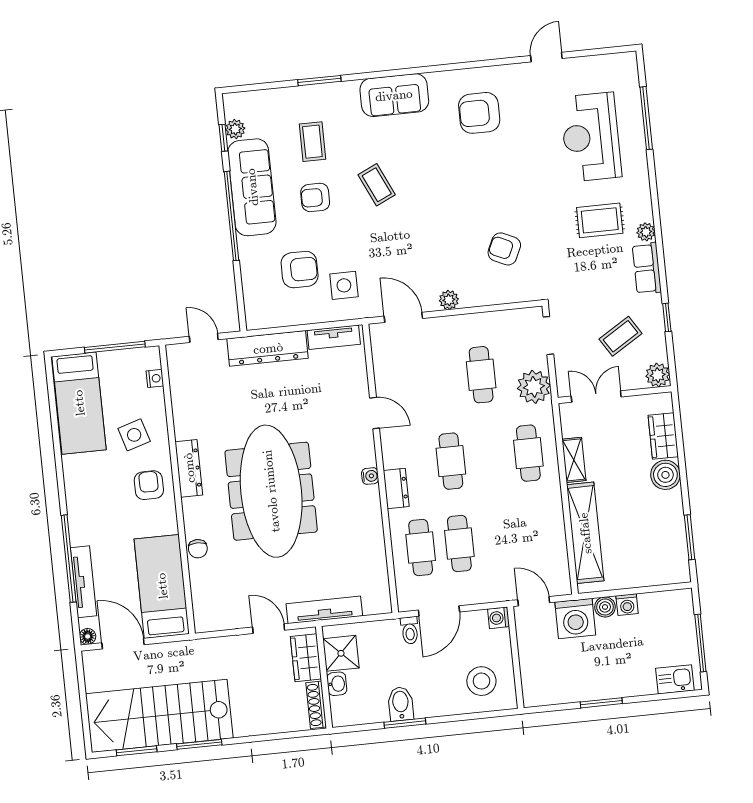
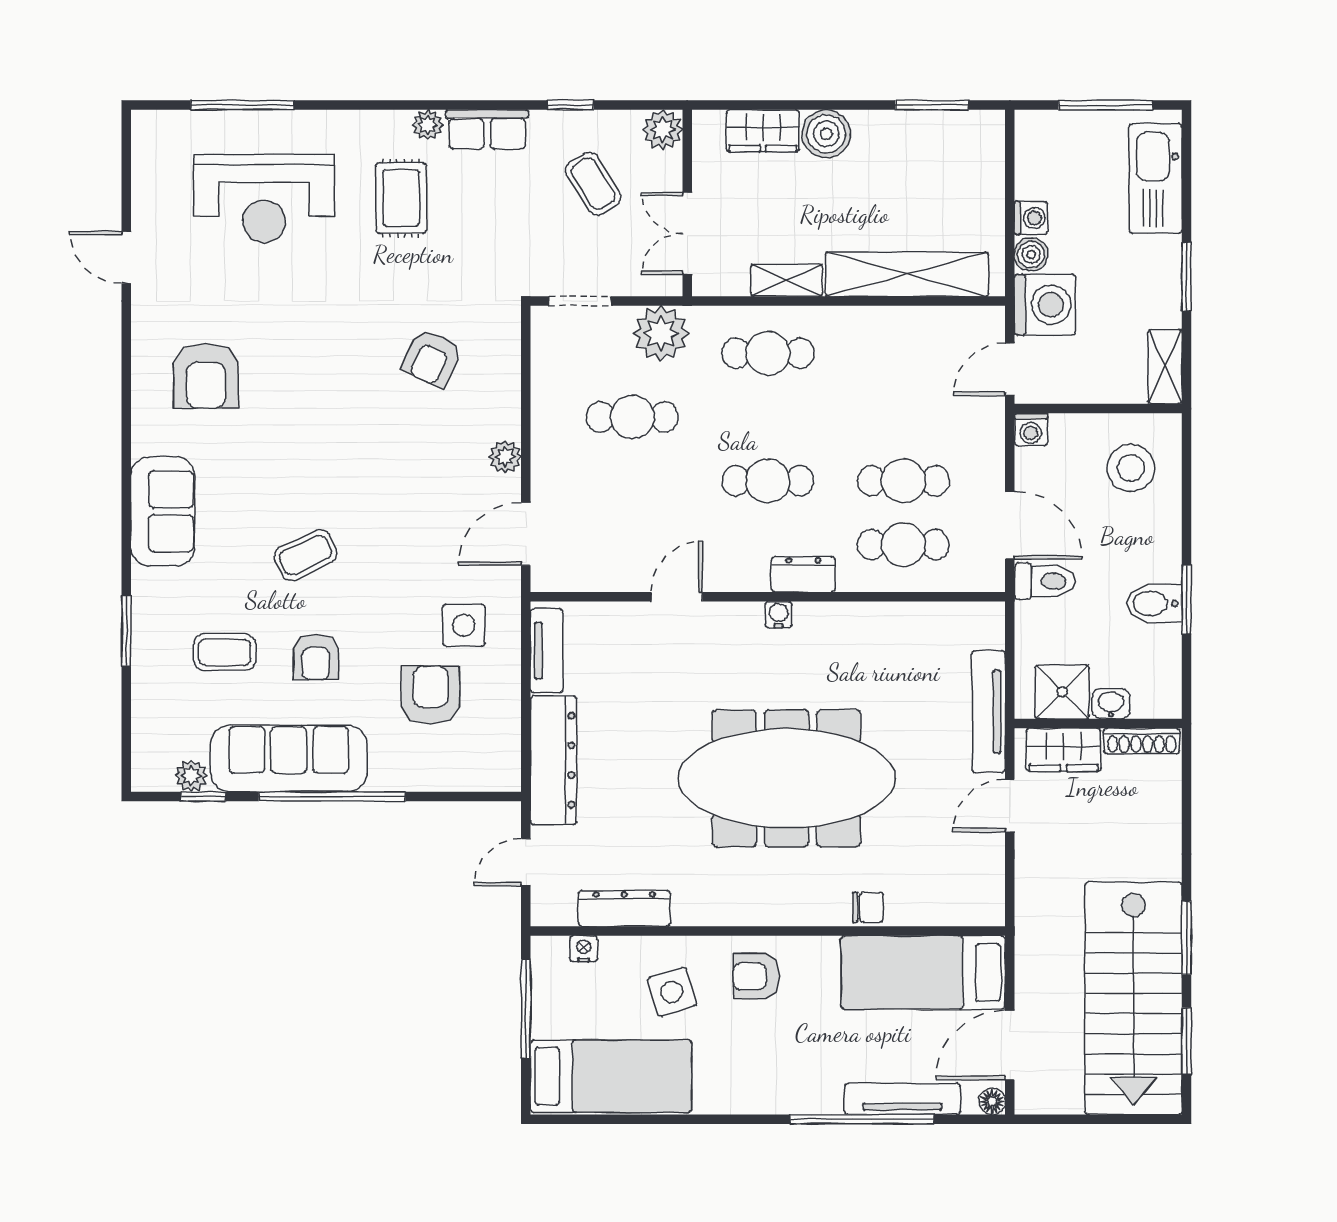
dresser: (189, 468) -> (624, 908), moved
toilet: (410, 630) -> (1045, 581), width x1.37, depth x1.39
kitchen sink: (675, 679) -> (1156, 178), width x1.88, depth x1.24
shelving: (545, 695) -> (1165, 367), added

